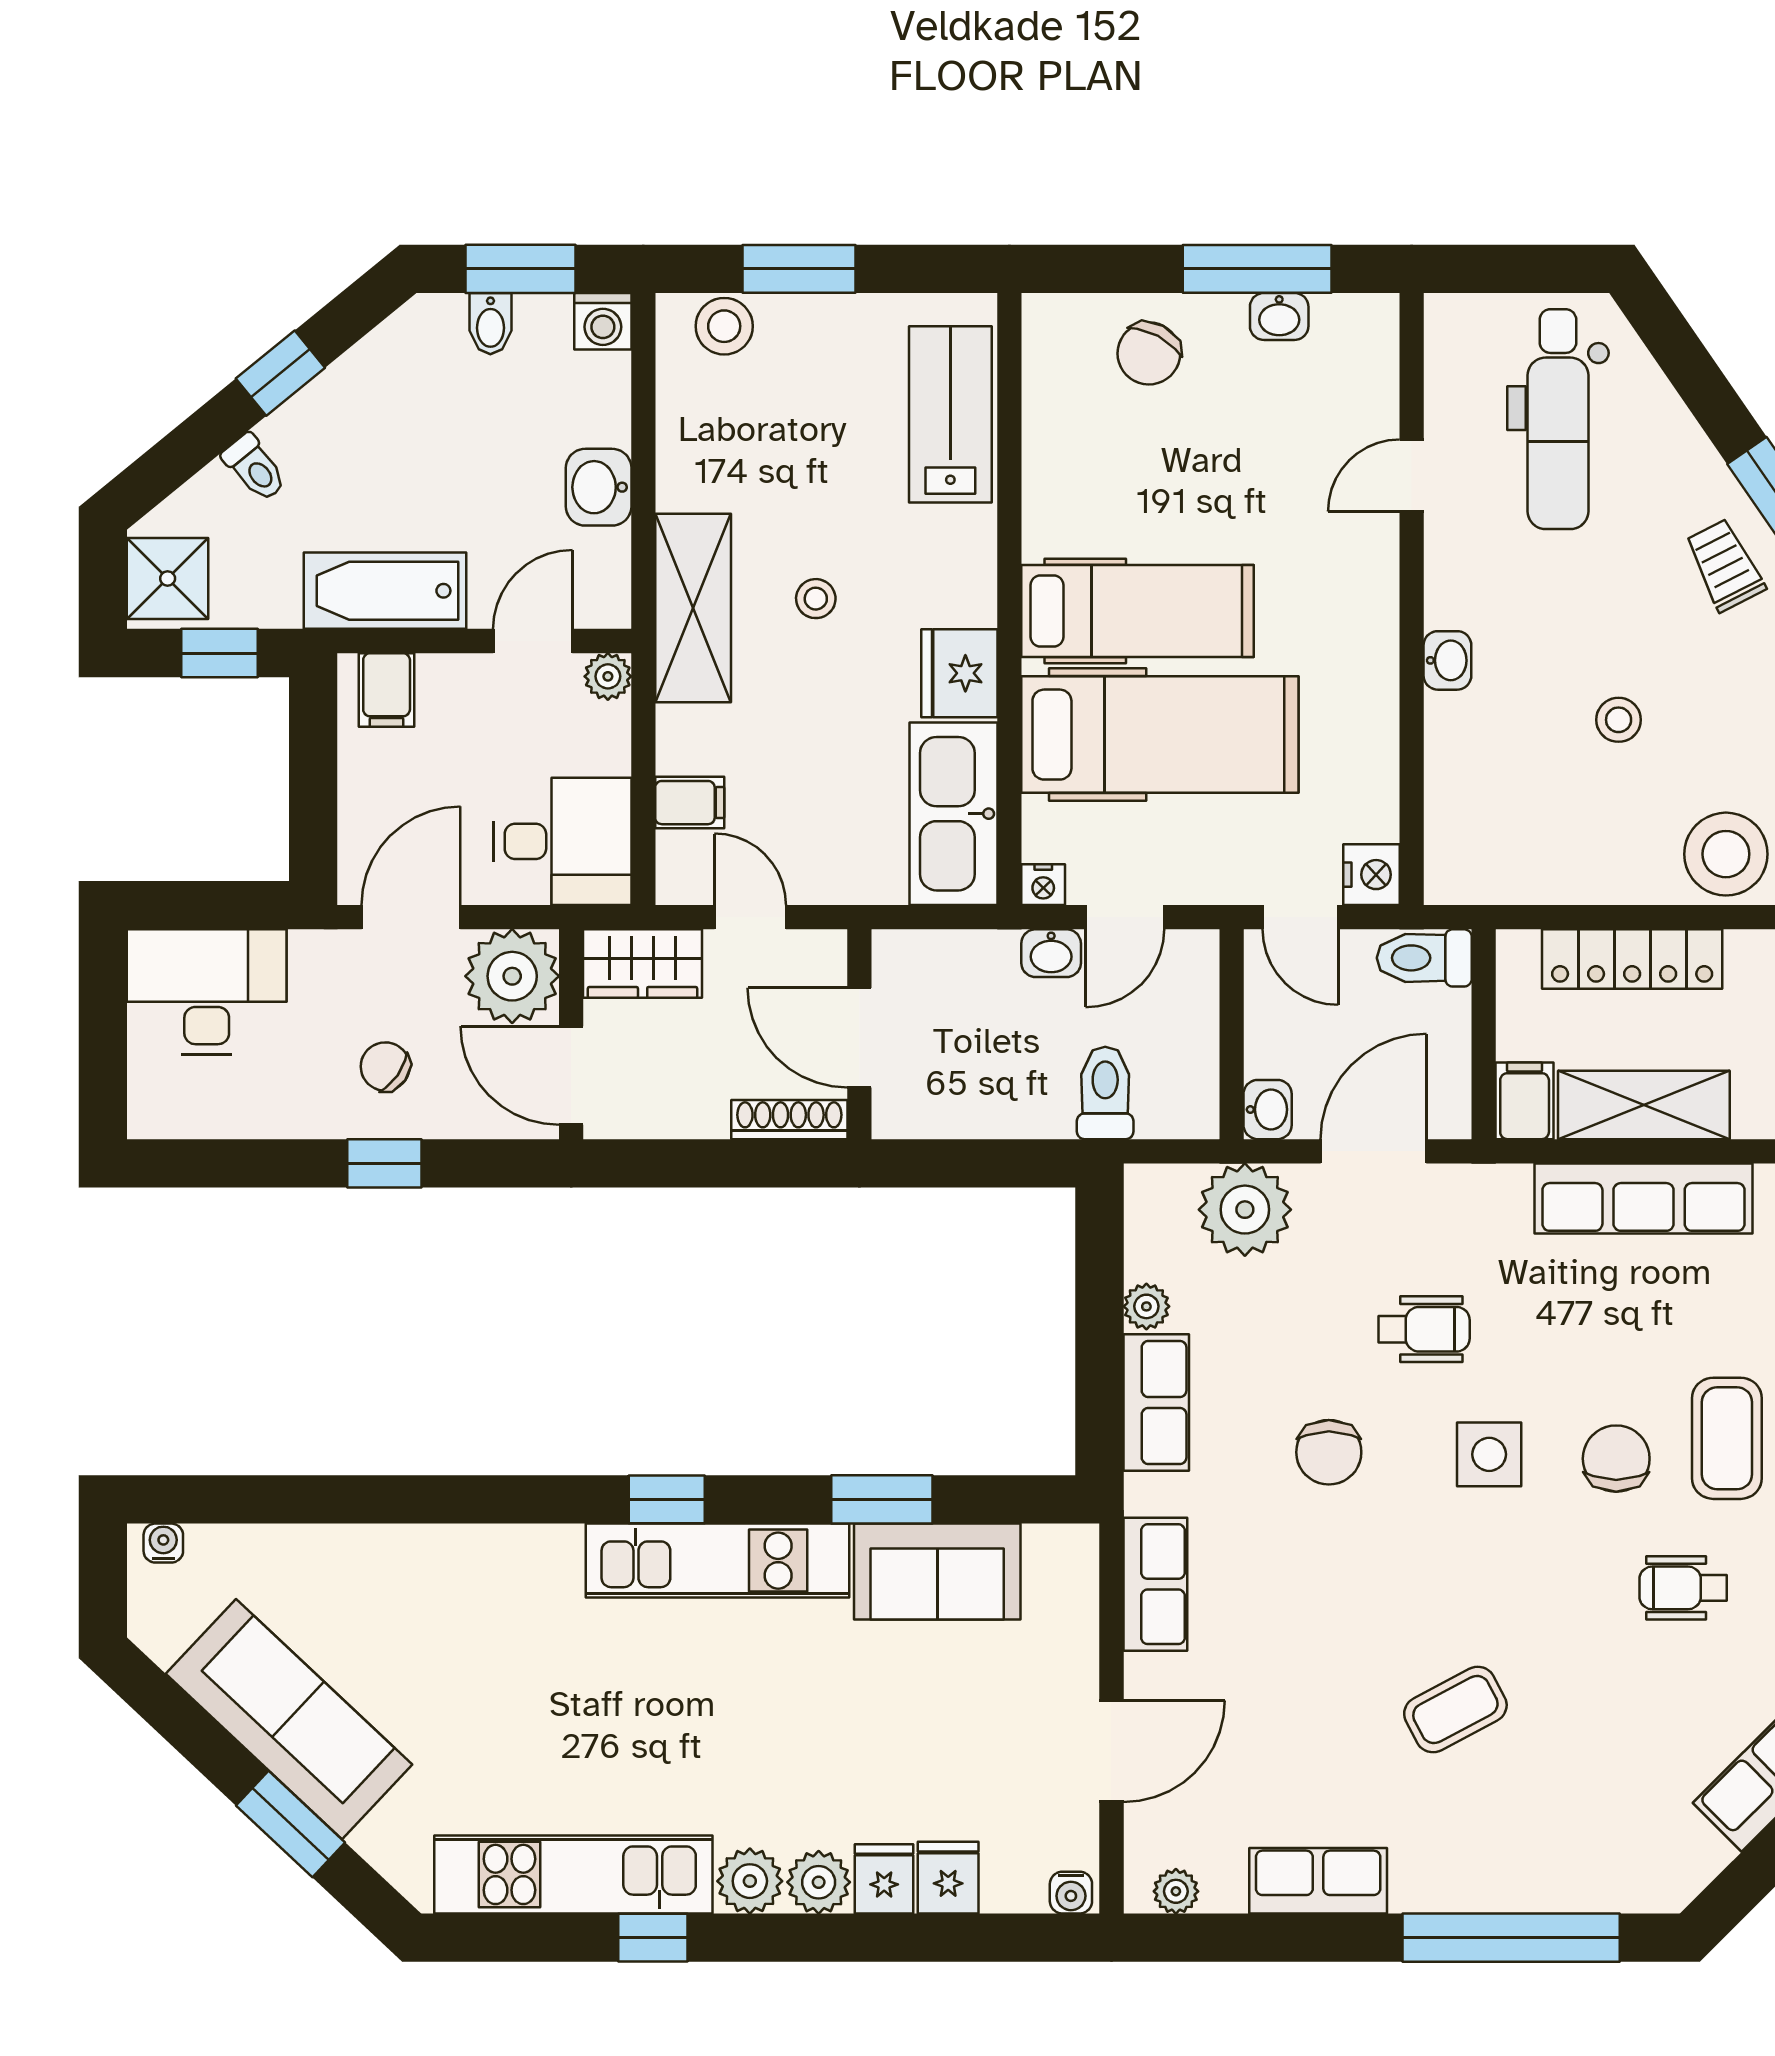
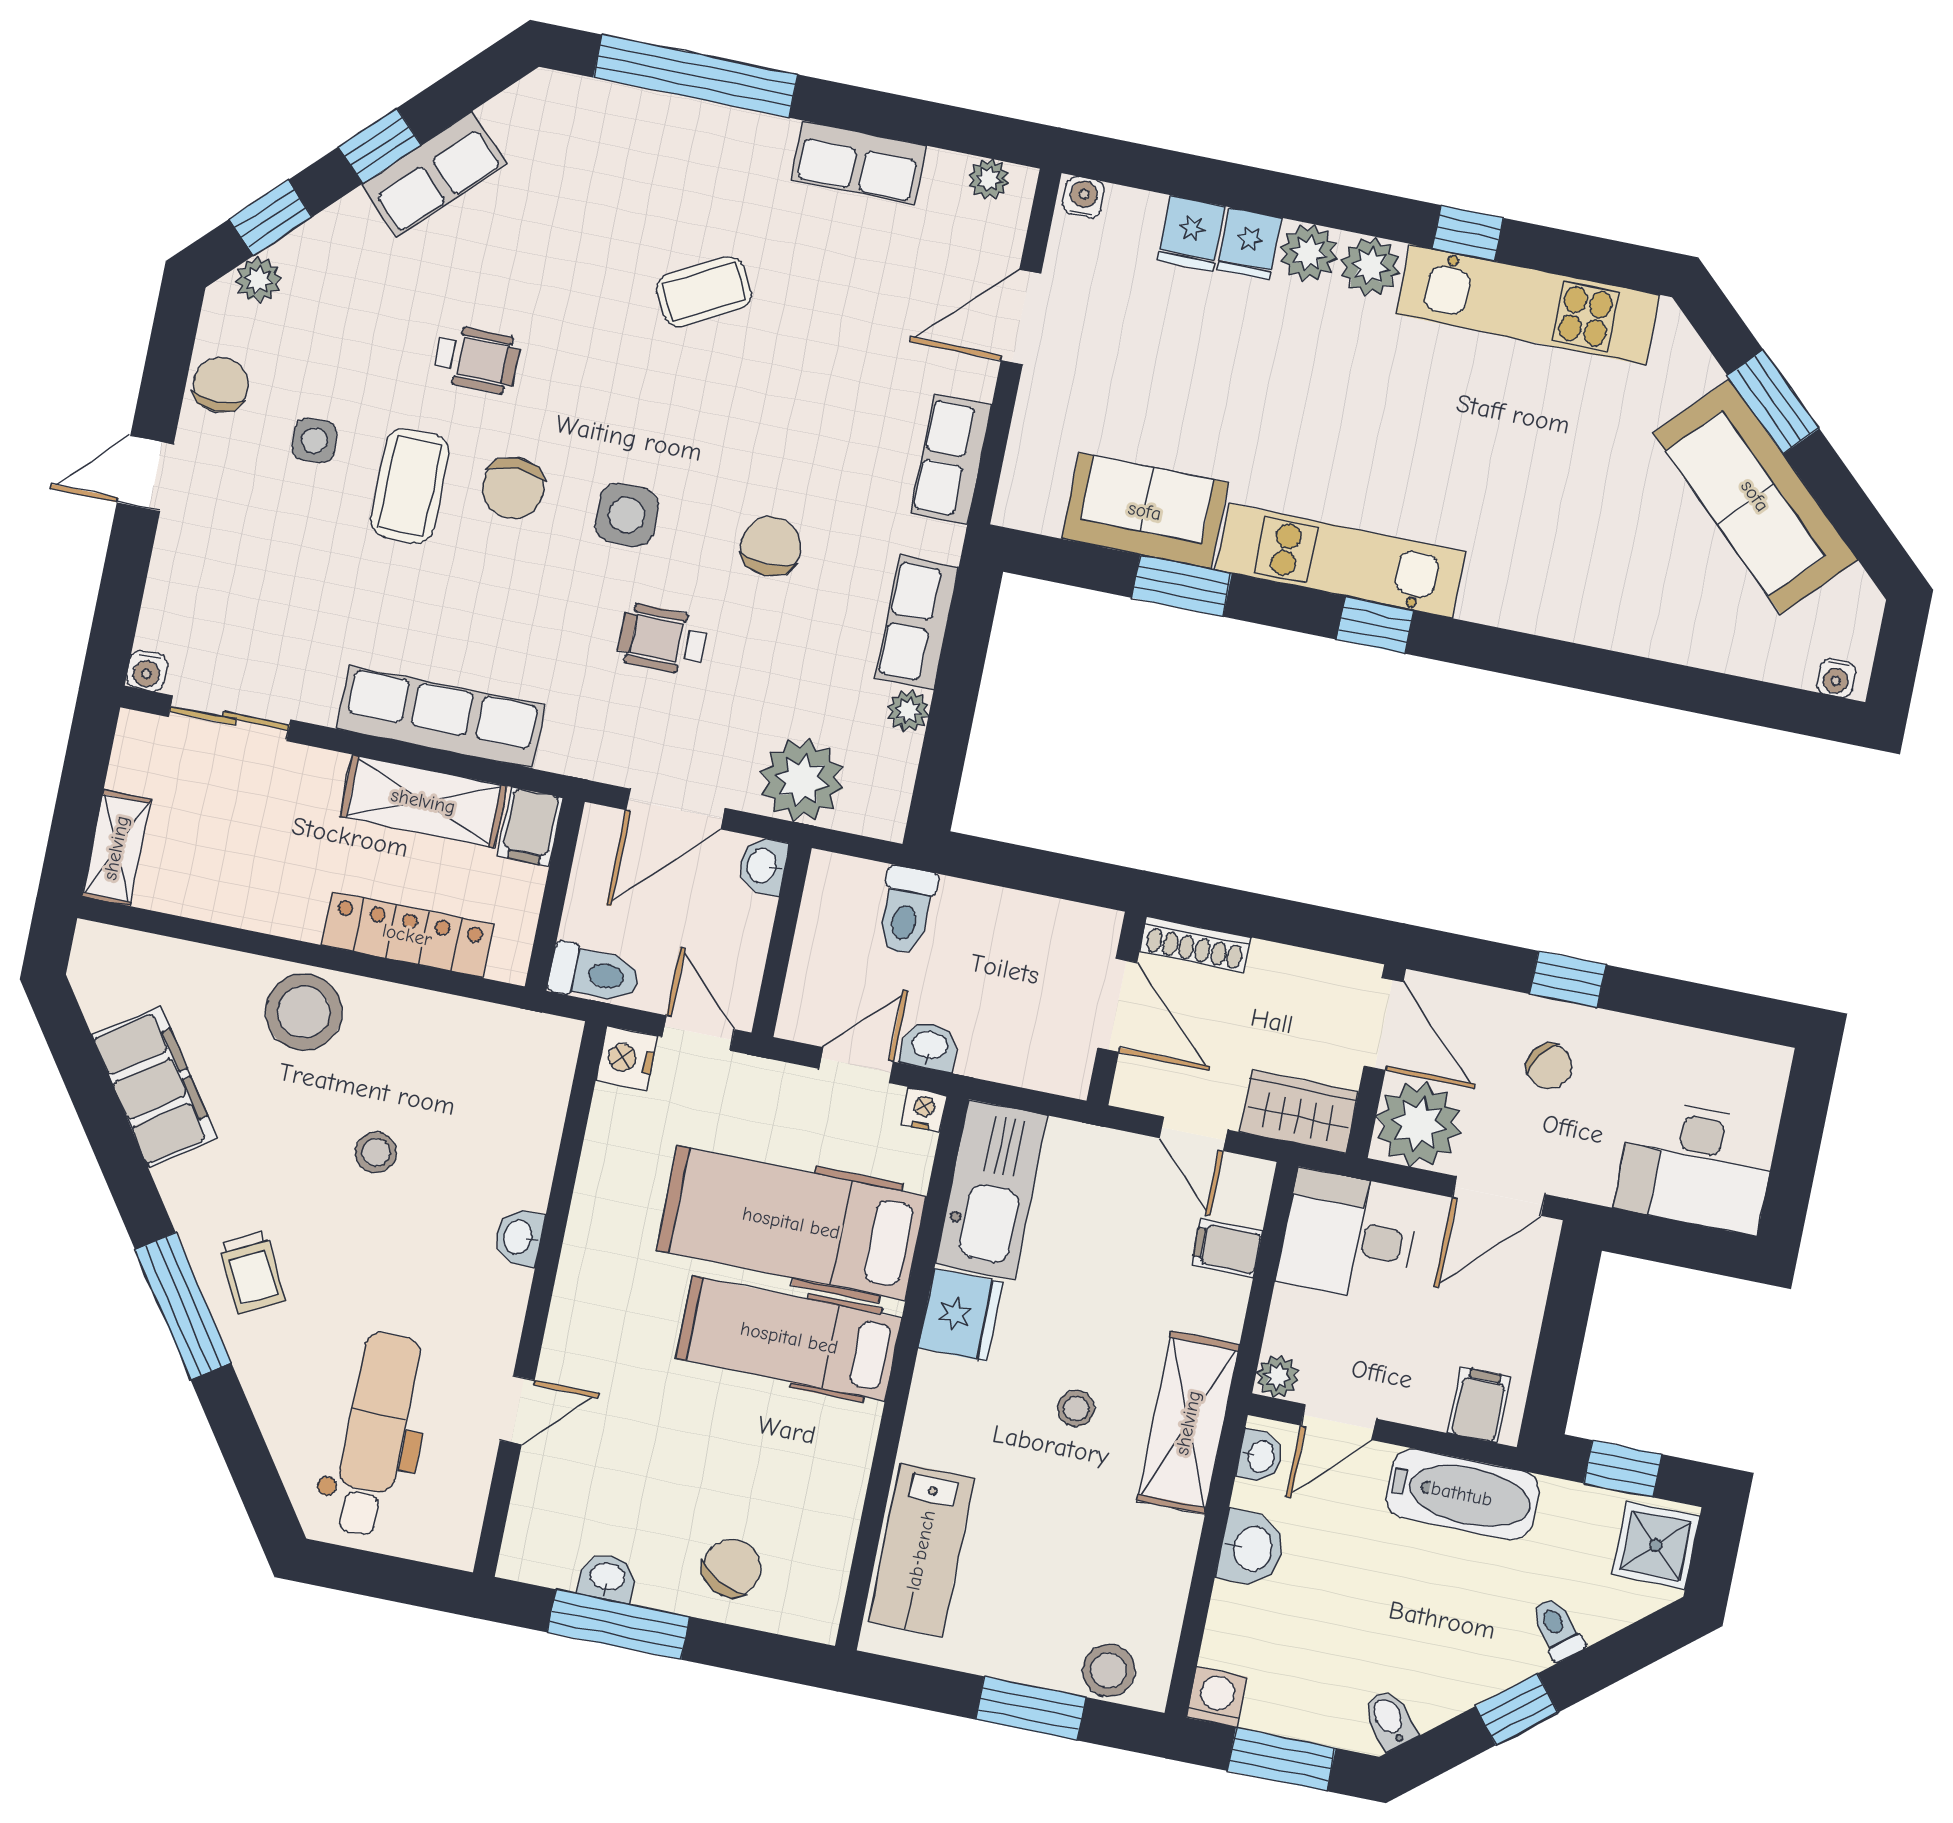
bidet: (490, 324) -> (1389, 1720), moved, turned -39
washbasin: (609, 588) -> (1260, 1456), added

